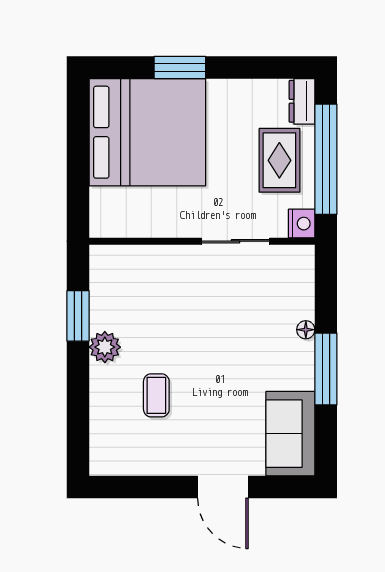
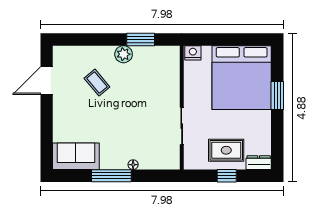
window: (326, 159) -> (227, 176), width x0.32
nightstand: (302, 224) -> (193, 53), moved, turned 180
coffee table: (156, 395) -> (97, 83), turned 50
door: (223, 487) -> (47, 81), moved

